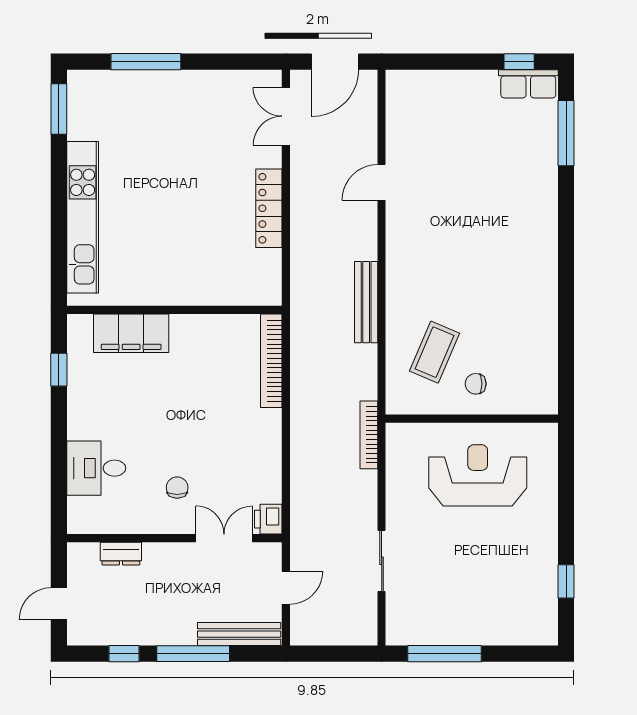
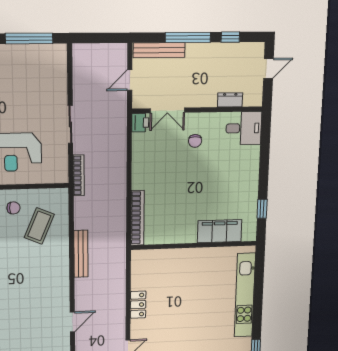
locker: (269, 208) -> (138, 305), width x0.66
desk: (96, 468) -> (244, 128), moved
sliding door: (382, 561) -> (70, 124), moved

